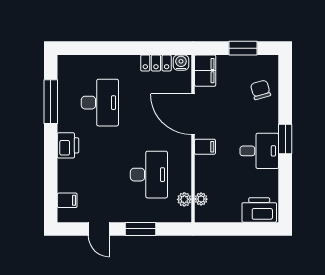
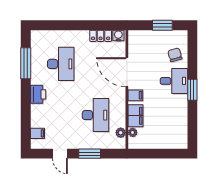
filing cabinet: (205, 71) -> (136, 116), moved
desk: (259, 151) -> (174, 81), moved
printer: (259, 210) -> (174, 140), removed

